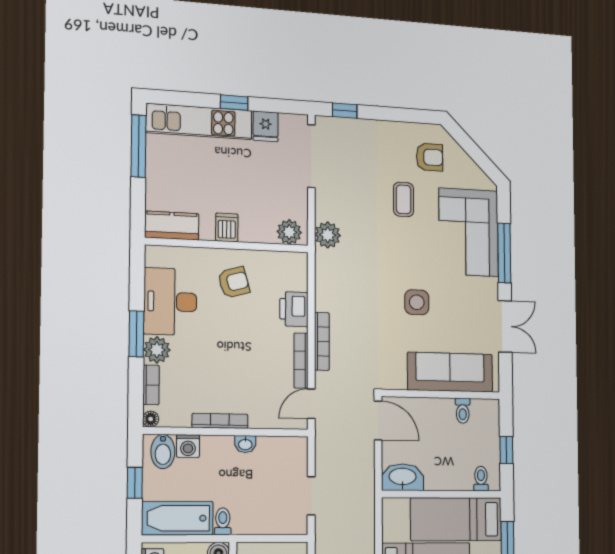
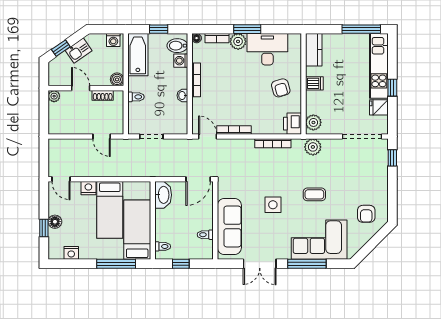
coffee table: (404, 199) -> (314, 194), moved
printer: (294, 309) -> (292, 124), moved, turned -90
bookcase: (322, 341) -> (273, 143), moved
toilet: (223, 521) -> (136, 97), moved

